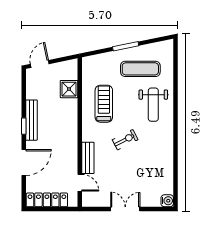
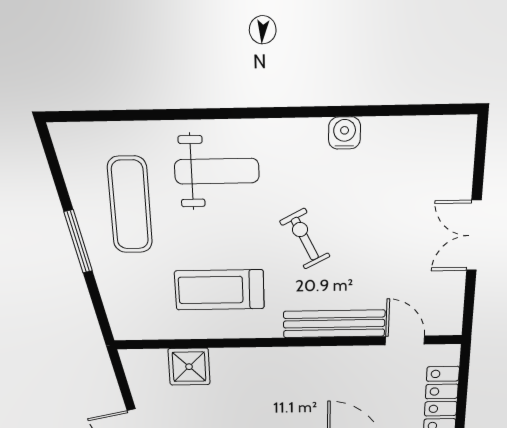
bench: (88, 158) -> (334, 324), width x1.36
door: (80, 183) -> (405, 340), hinge flipped
water cooler: (167, 201) -> (344, 133), moved

